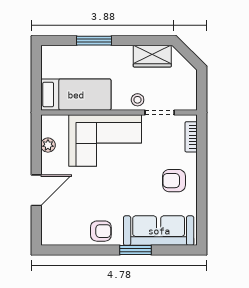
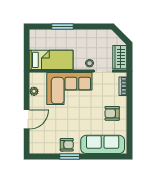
wardrobe: (152, 56) -> (120, 57), moved, turned 90
window: (135, 250) -> (70, 156), moved

